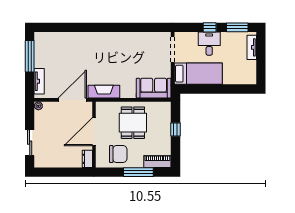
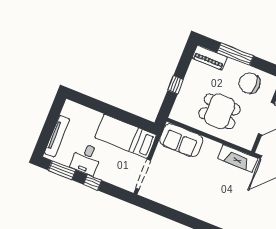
desk: (209, 44) -> (86, 159), moved
tv unit: (252, 47) -> (57, 136), width x1.41
dining table: (133, 123) -> (220, 111), turned 90

